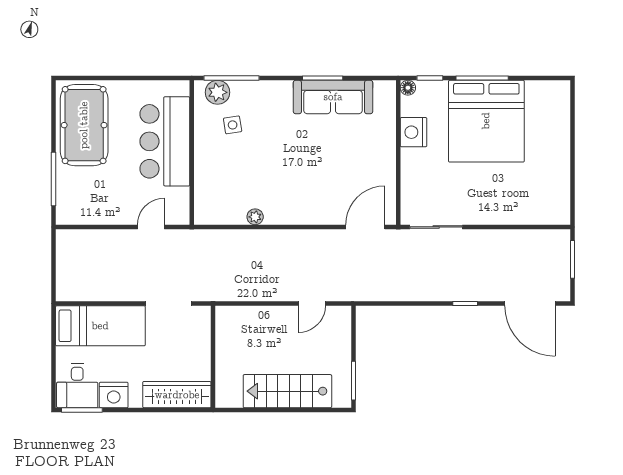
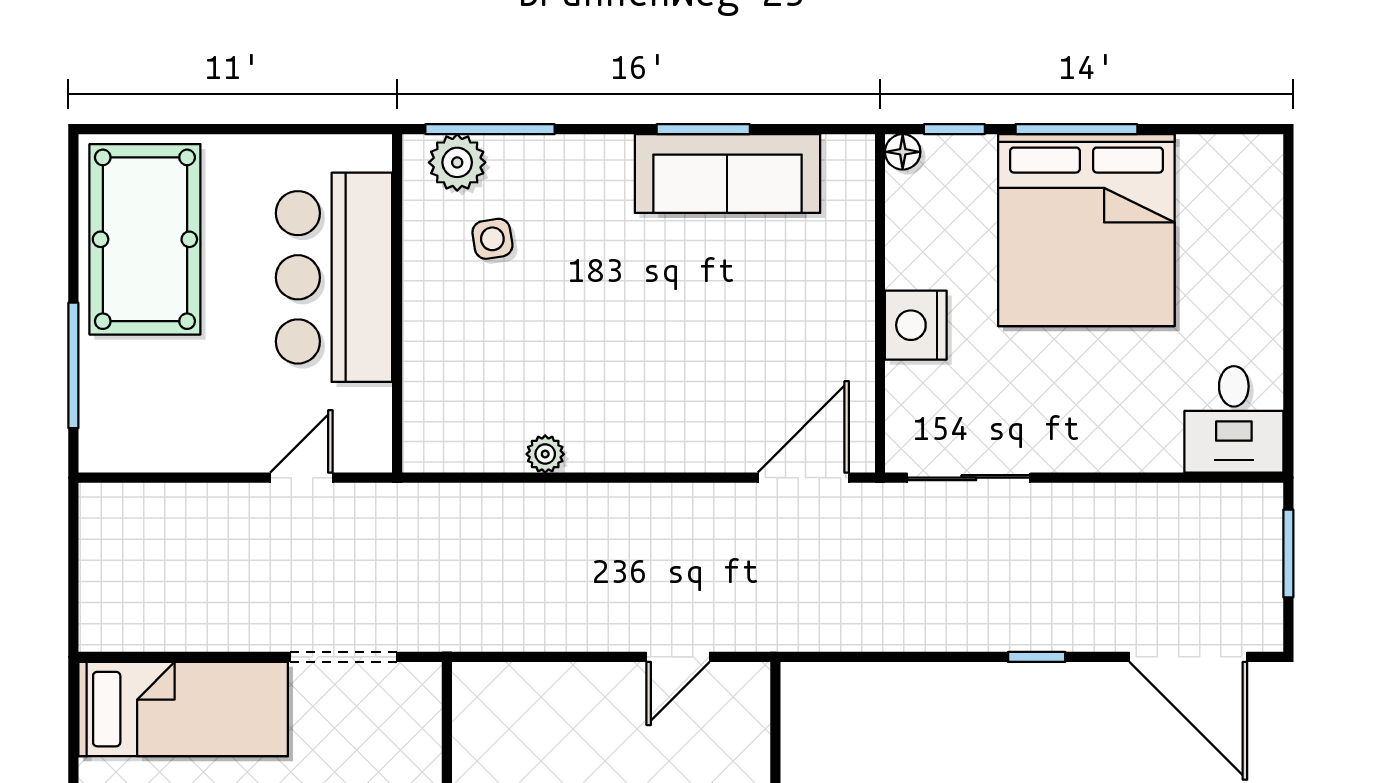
nightstand: (413, 132) -> (916, 325), moved
desk: (549, 202) -> (1234, 419), added

